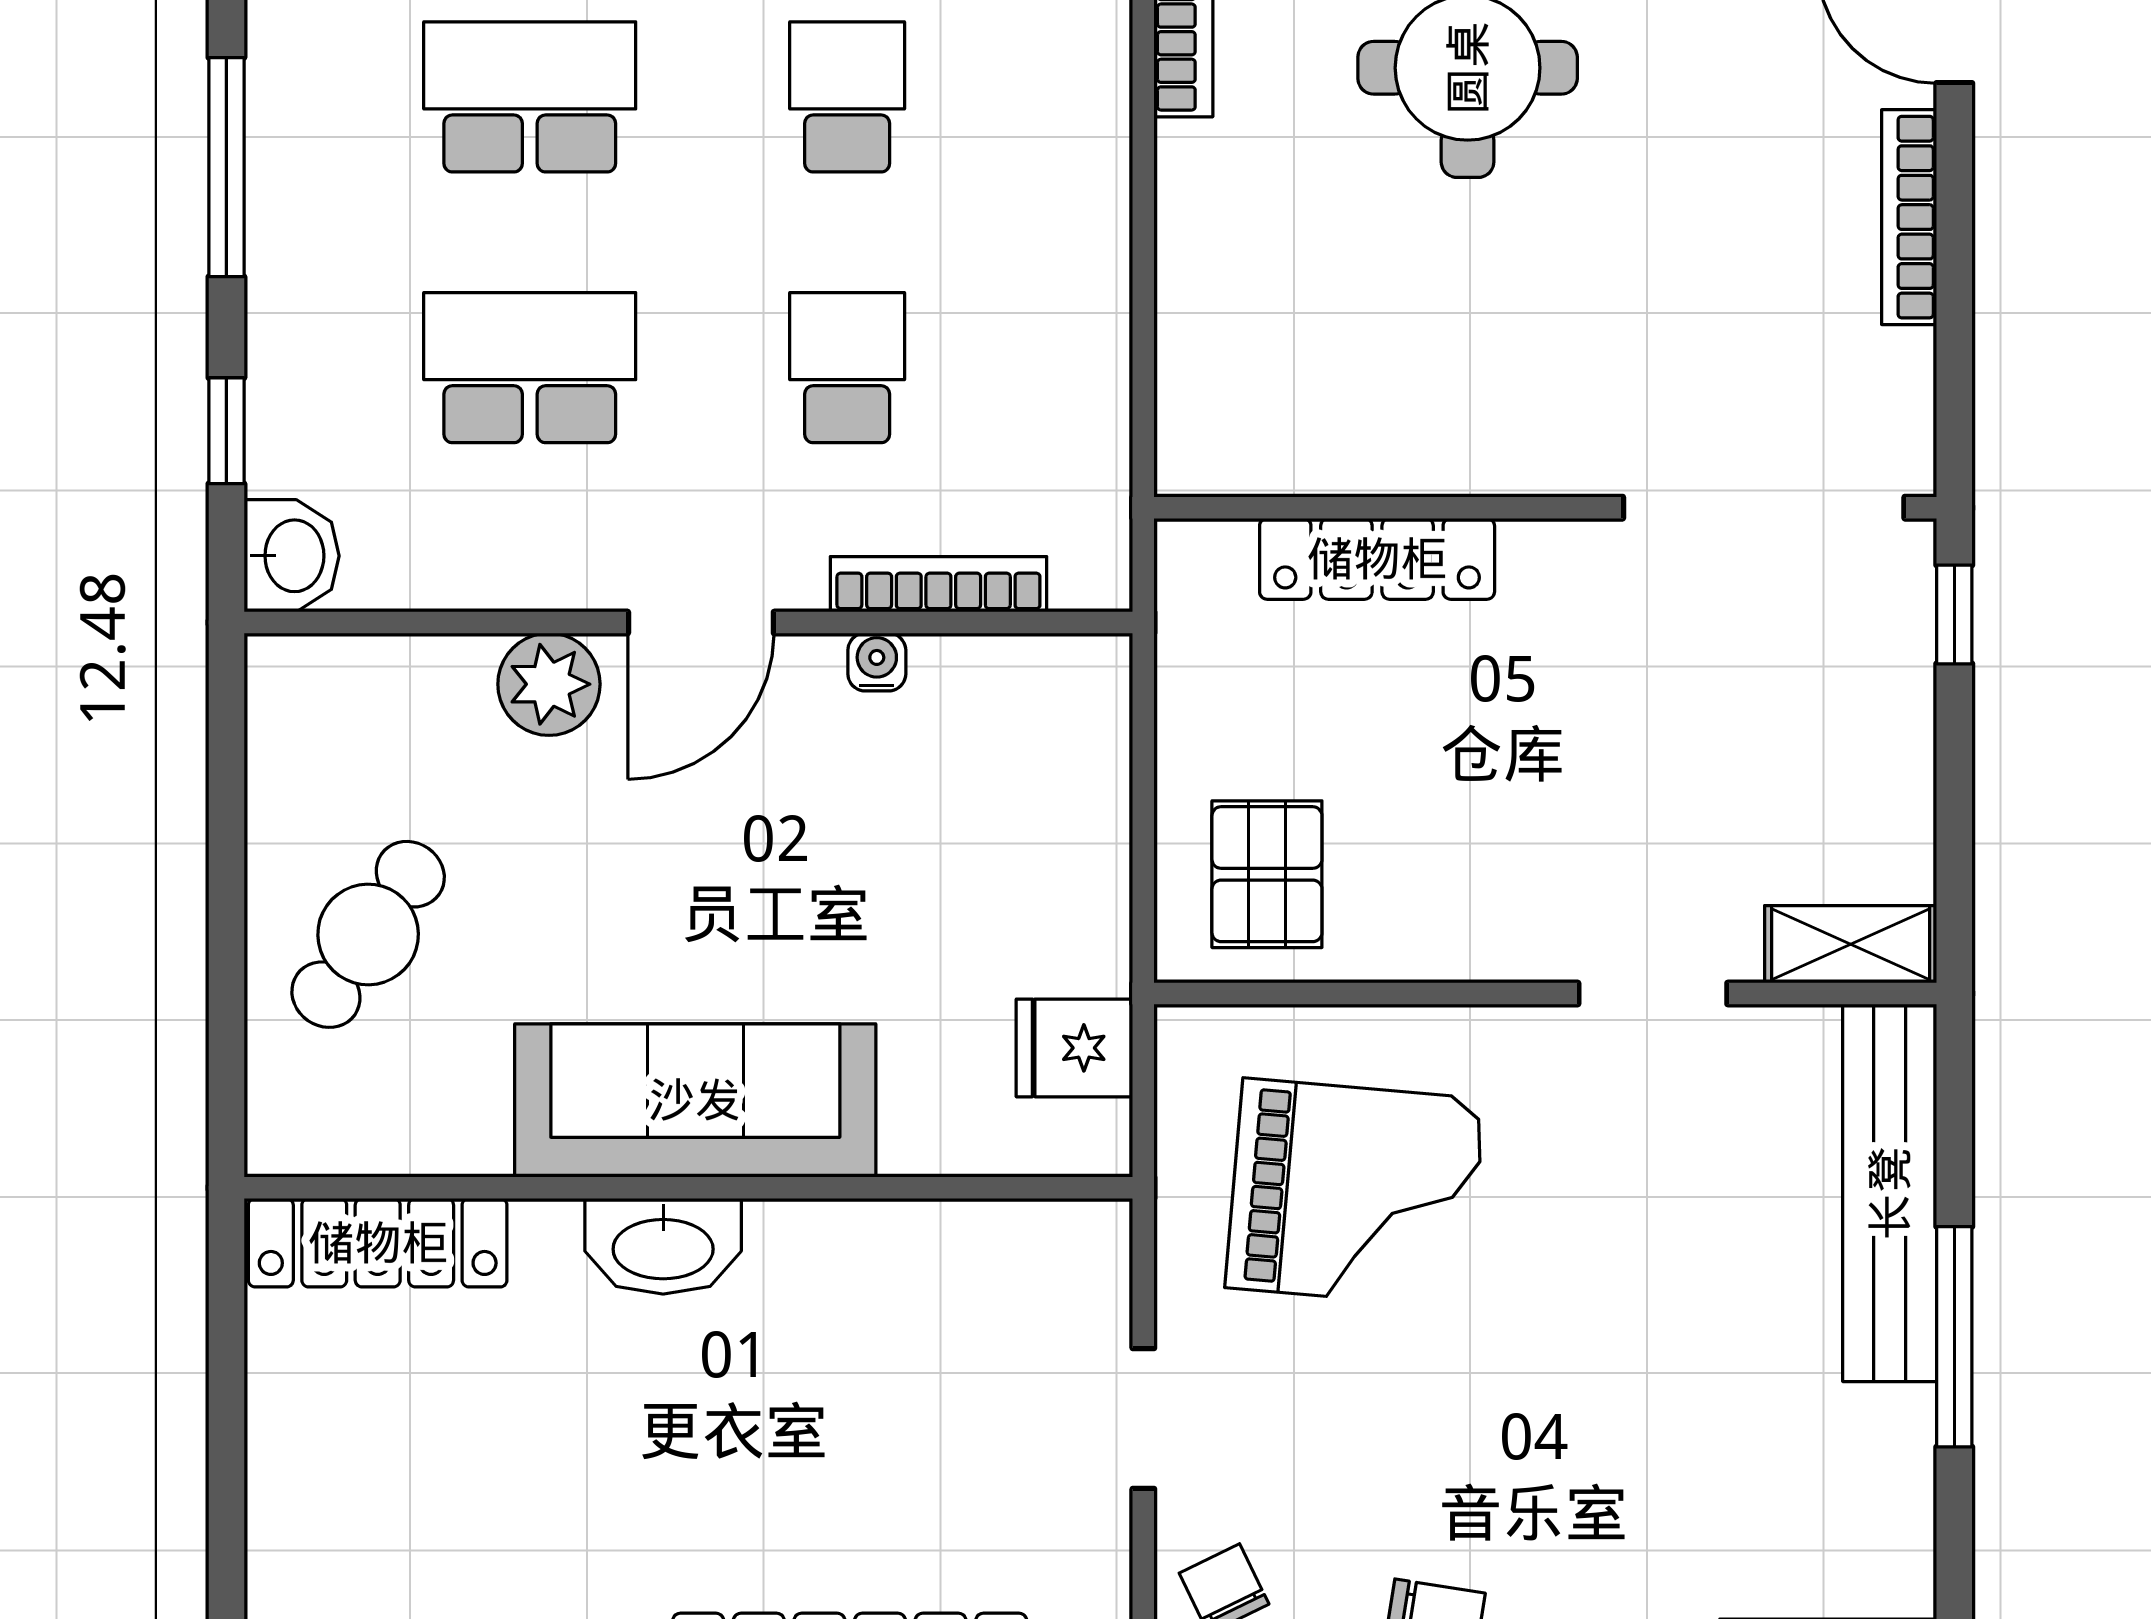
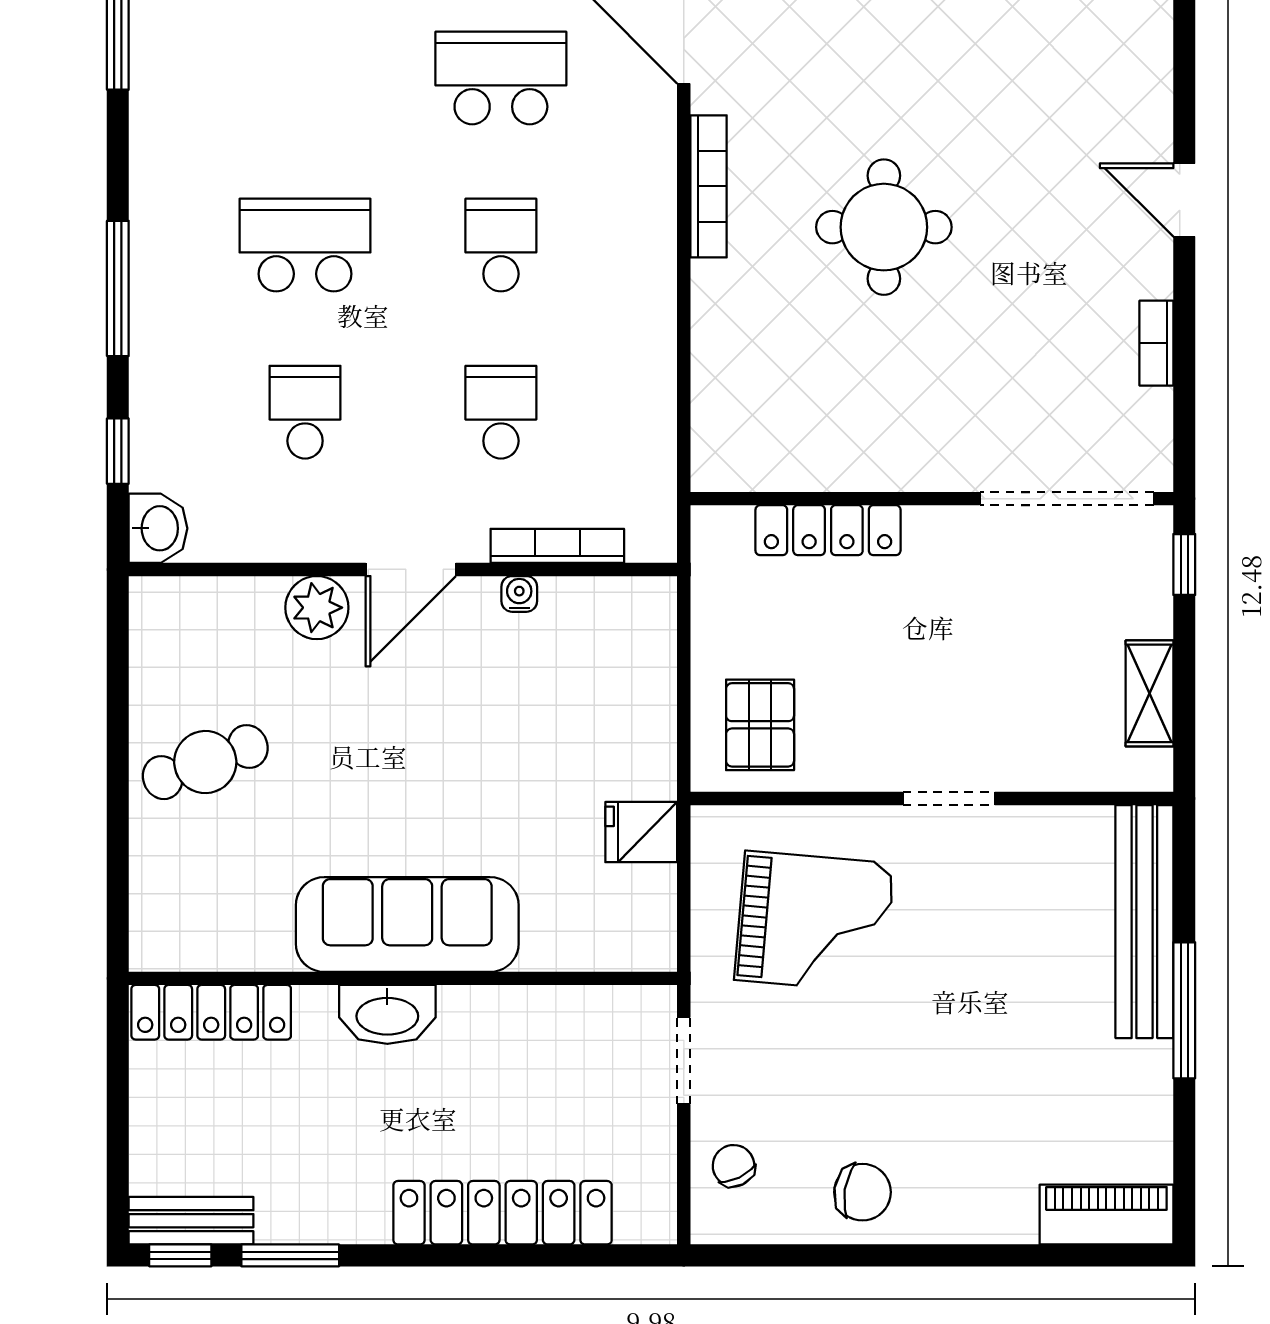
bookcase: (1909, 217) -> (1156, 343), width x0.64
school desk: (530, 368) -> (305, 412), width x0.54
cafe table: (368, 934) -> (205, 762), turned 35
shelving: (1851, 944) -> (1150, 693), moved, turned 90
doorway: (1653, 994) -> (949, 798), moved
sofa: (695, 1100) -> (407, 925), moved
wall: (688, 1188) -> (403, 978), moved
locker: (378, 1243) -> (211, 1012), moved
washbasin: (663, 1246) -> (387, 1014), moved

